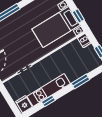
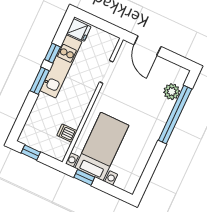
dishwasher: (84, 41) -> (67, 133), moved
window: (81, 81) -> (40, 81), moved

